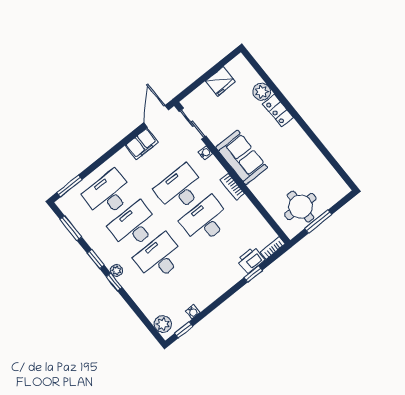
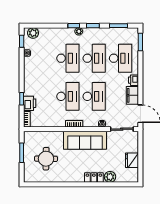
printer: (122, 157) -> (133, 80), added
sofa: (242, 157) -> (85, 140), width x1.36
round table: (300, 207) -> (46, 159), moved

